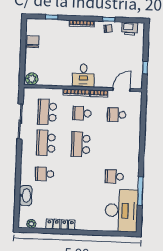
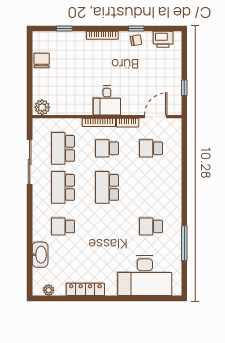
desk: (121, 210) -> (145, 276), moved, turned 90

